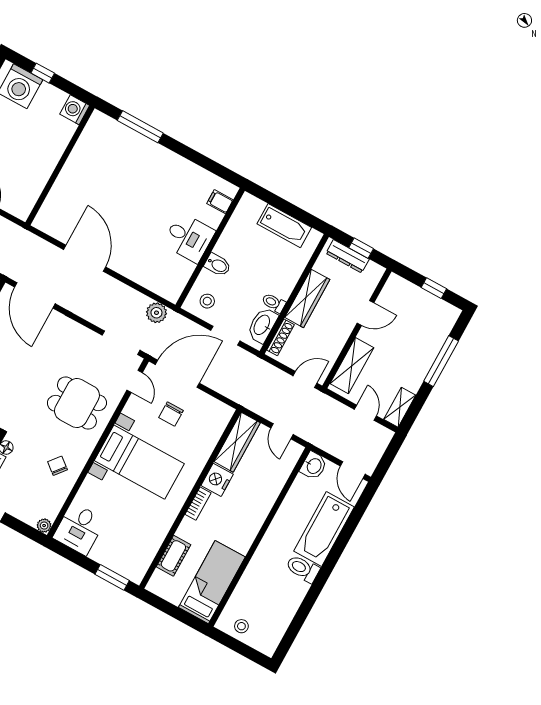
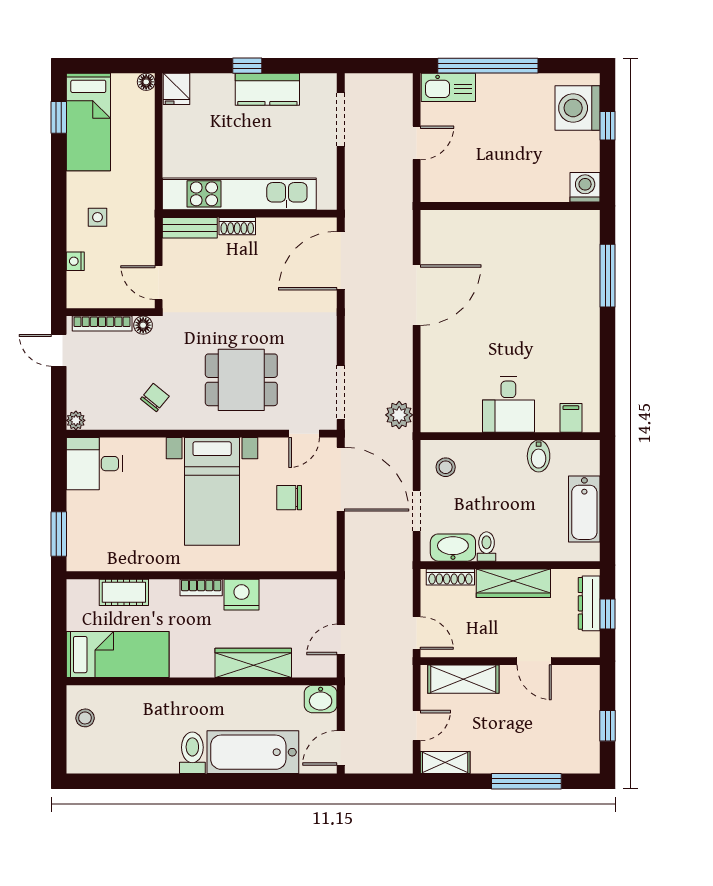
bidet: (218, 265) -> (539, 456), moved
dining table: (77, 403) -> (241, 380), turned 90
wardrobe: (237, 442) -> (253, 663), moved, turned 180

